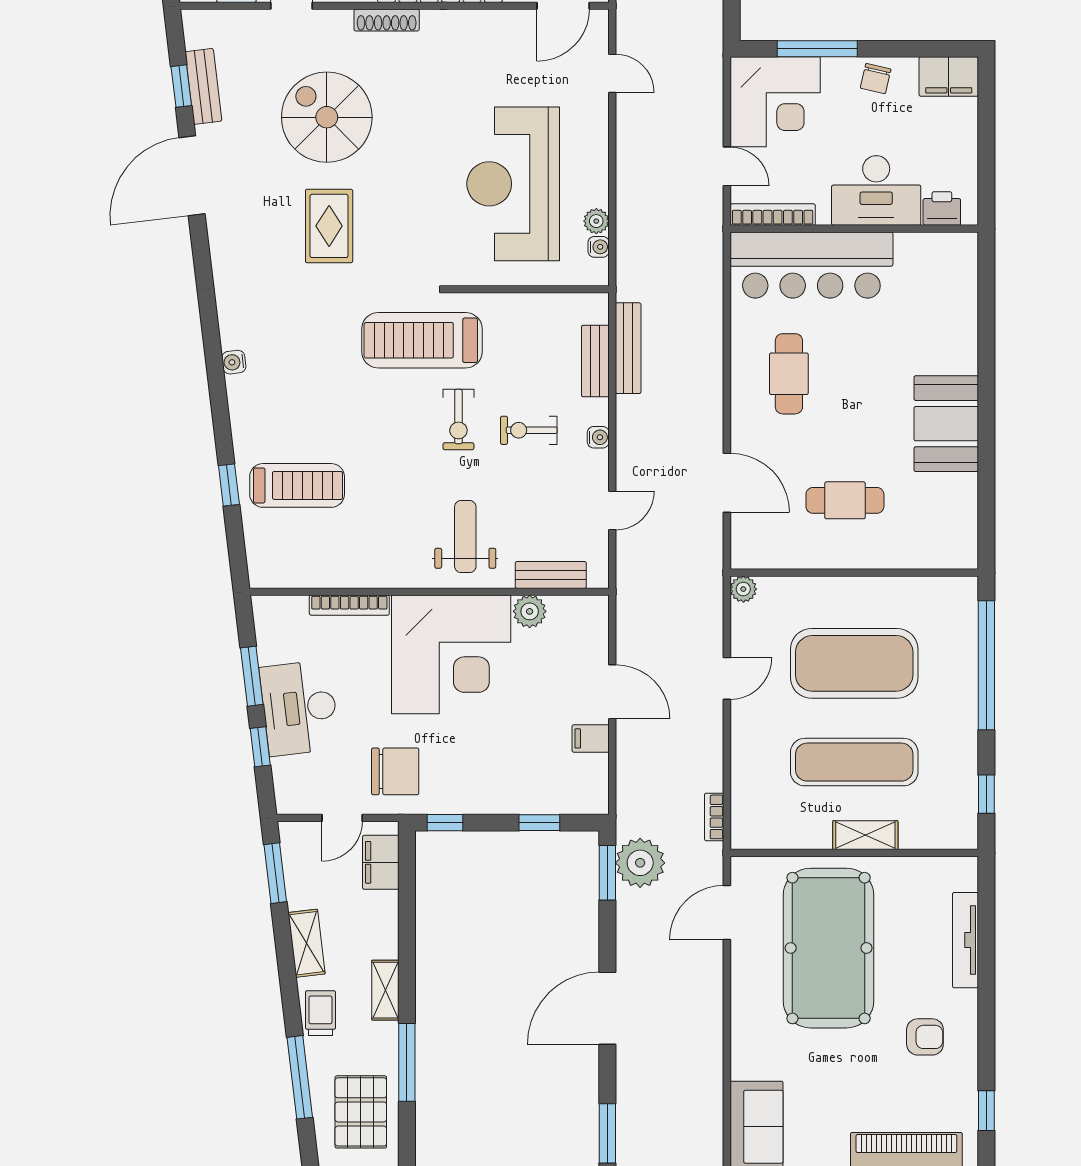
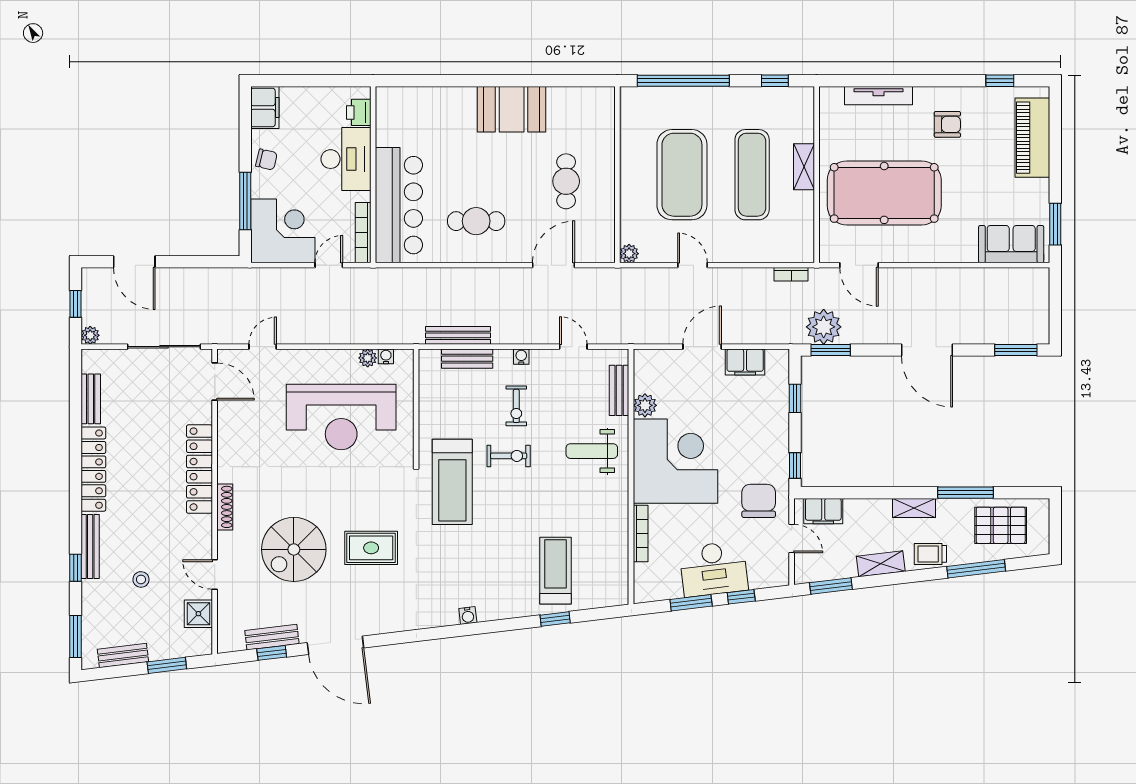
filing cabinet: (591, 738) -> (745, 362), width x2.00
armchair: (925, 1037) -> (947, 124), turned 90

